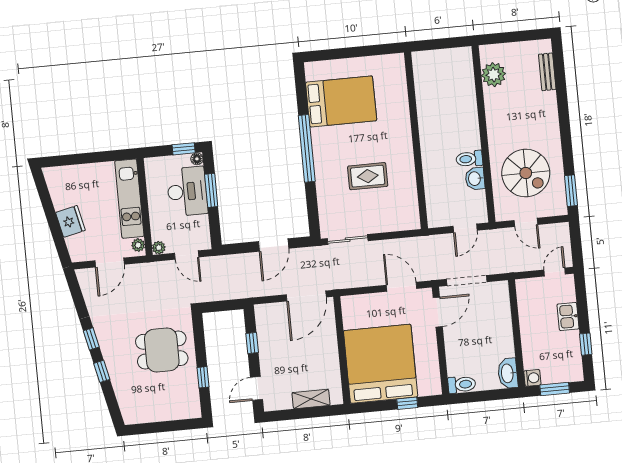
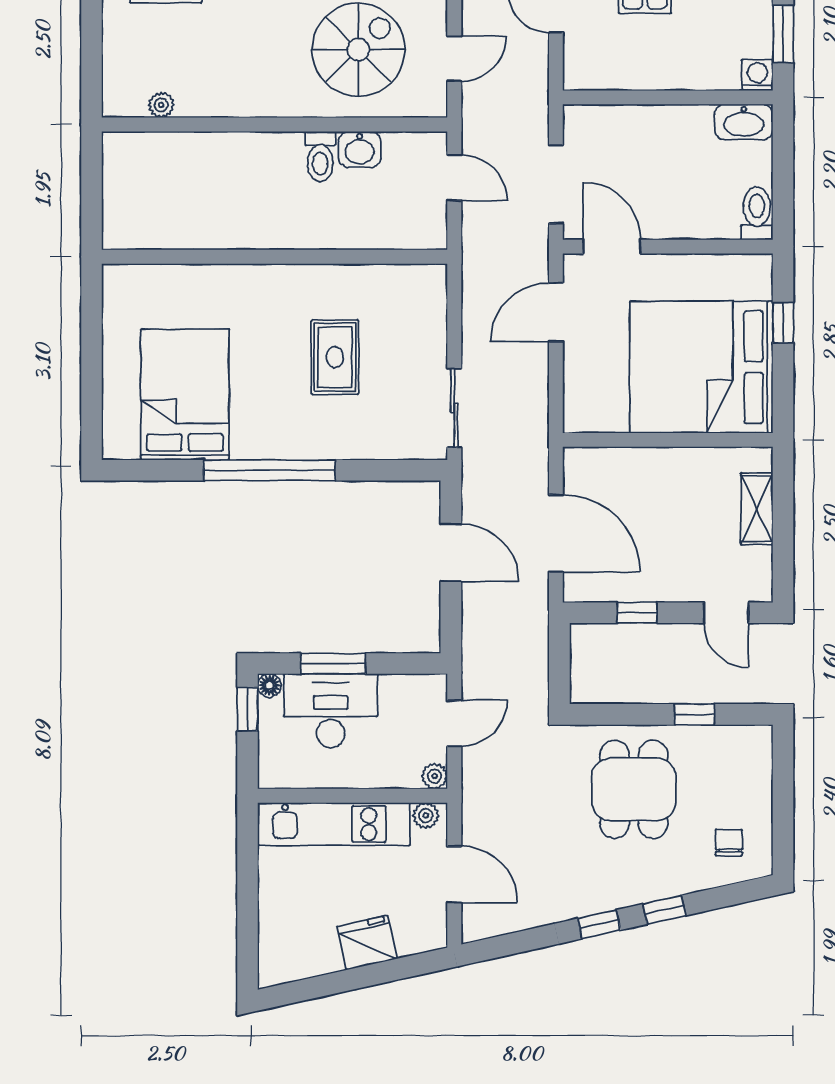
plant: (494, 75) -> (161, 105), width x0.53, depth x0.53
door: (306, 296) -> (556, 533), moved
chair: (139, 401) -> (729, 843), added

